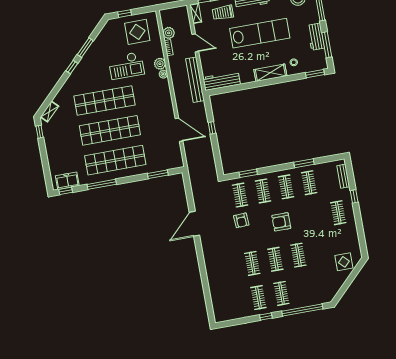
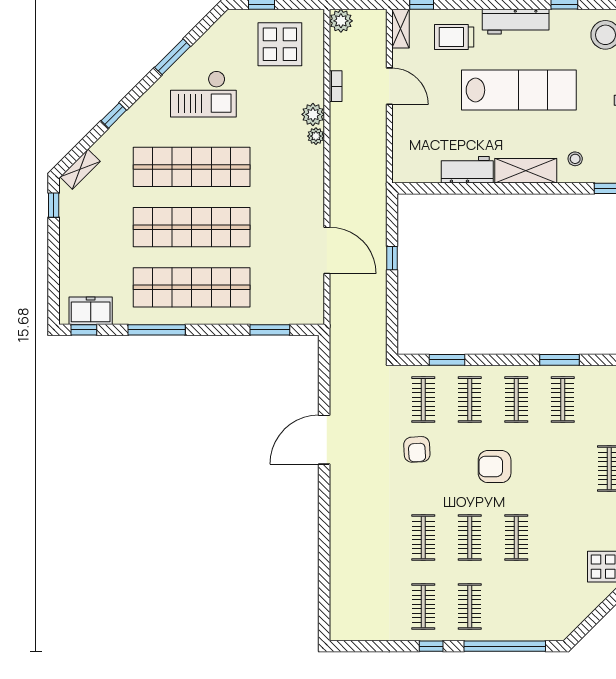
plant: (169, 33) -> (341, 21), moved
checkout: (126, 66) -> (203, 94), moved
window: (72, 67) -> (114, 115), moved
bench: (195, 80) -> (376, 158), removed
workbench: (222, 81) -> (467, 170), moved, width x0.73

